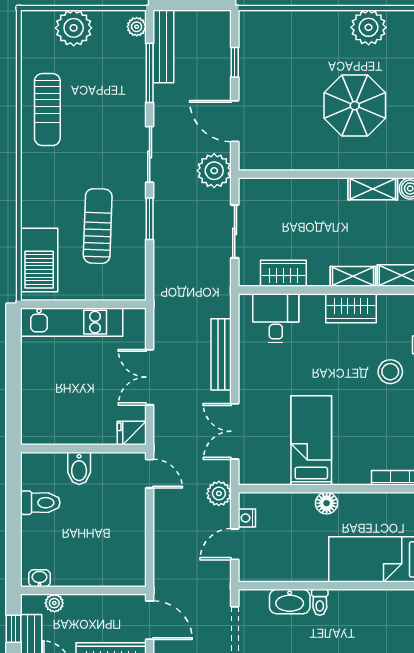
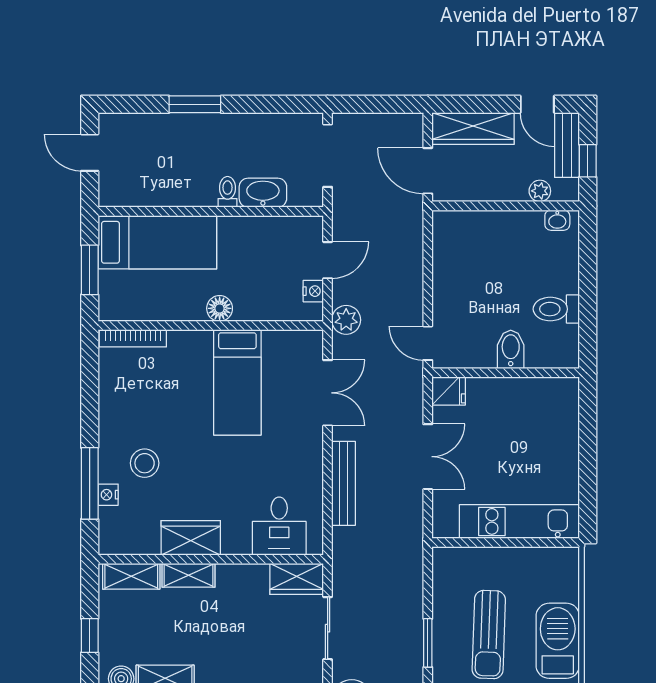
barbecue: (39, 260) -> (558, 641), moved
wardrobe: (283, 273) -> (297, 579), moved

